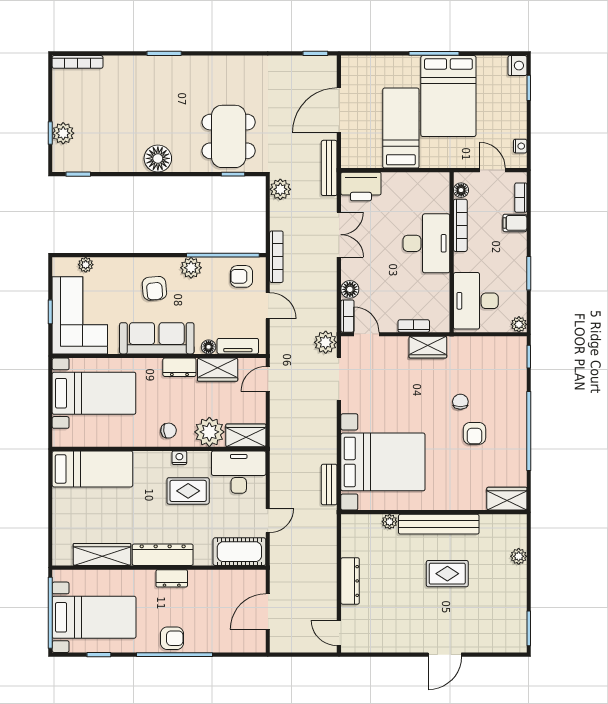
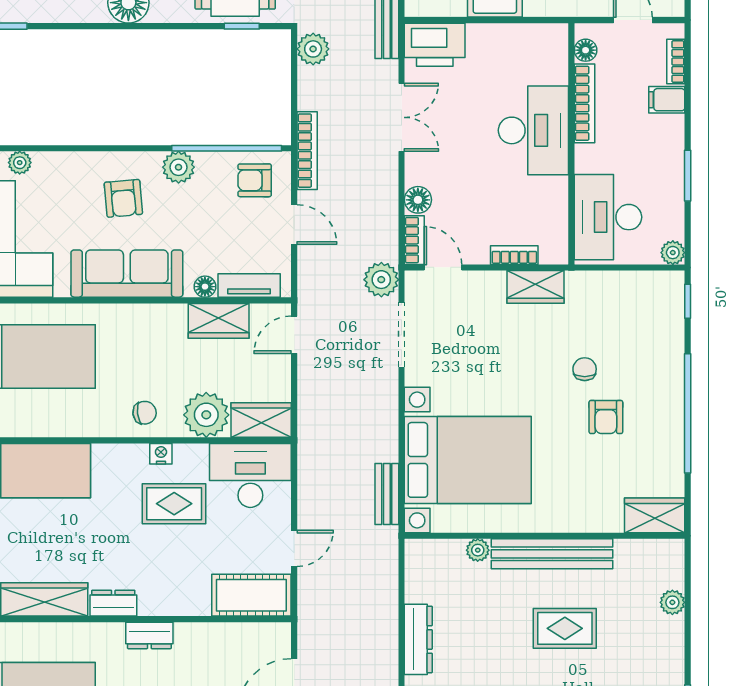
dresser: (179, 367) -> (161, 317), removed
dresser: (163, 555) -> (113, 603), width x0.51, depth x0.80

